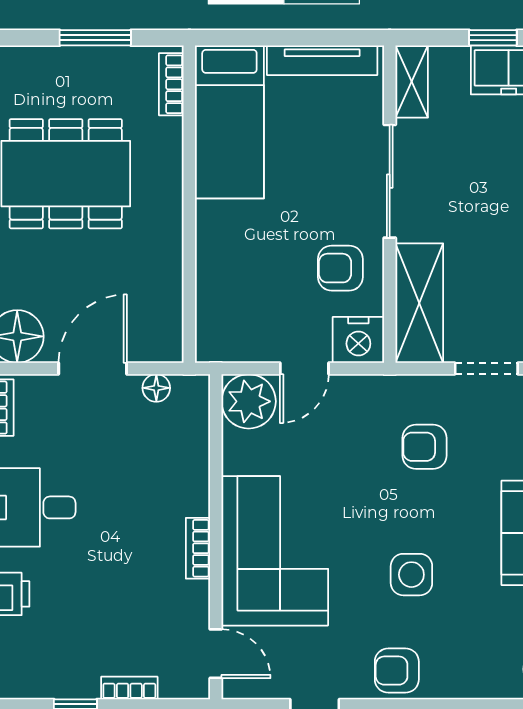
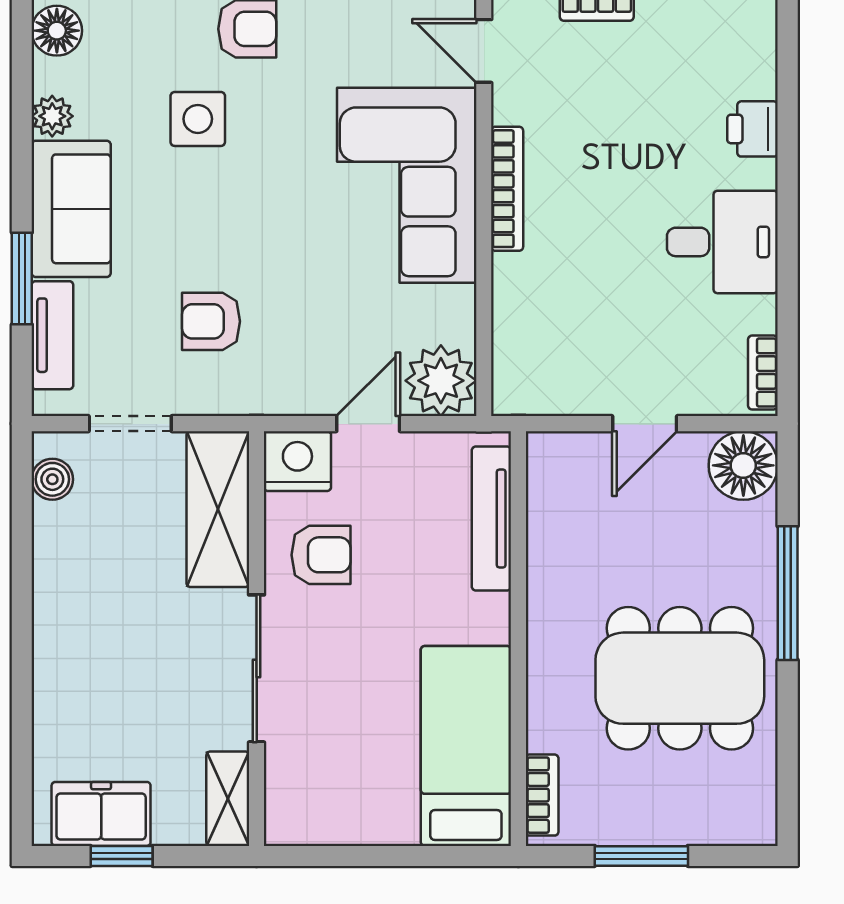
tv unit: (322, 60) -> (491, 518), moved, turned -90
door: (93, 369) -> (645, 424), width x0.73
floor lamp: (156, 388) -> (562, 398), removed
armchair: (424, 447) -> (211, 321), turned 180
bookcase: (198, 548) -> (507, 189), width x1.56
side table: (411, 575) -> (198, 119), moved

